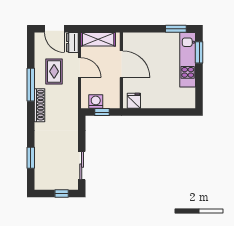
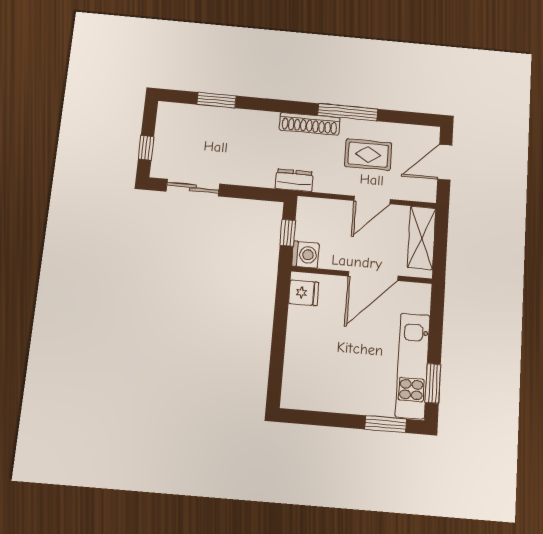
dresser: (72, 42) -> (294, 180), moved
kitchen unit: (188, 60) -> (413, 366), moved, turned -90
washing machine: (96, 102) -> (305, 255), moved

